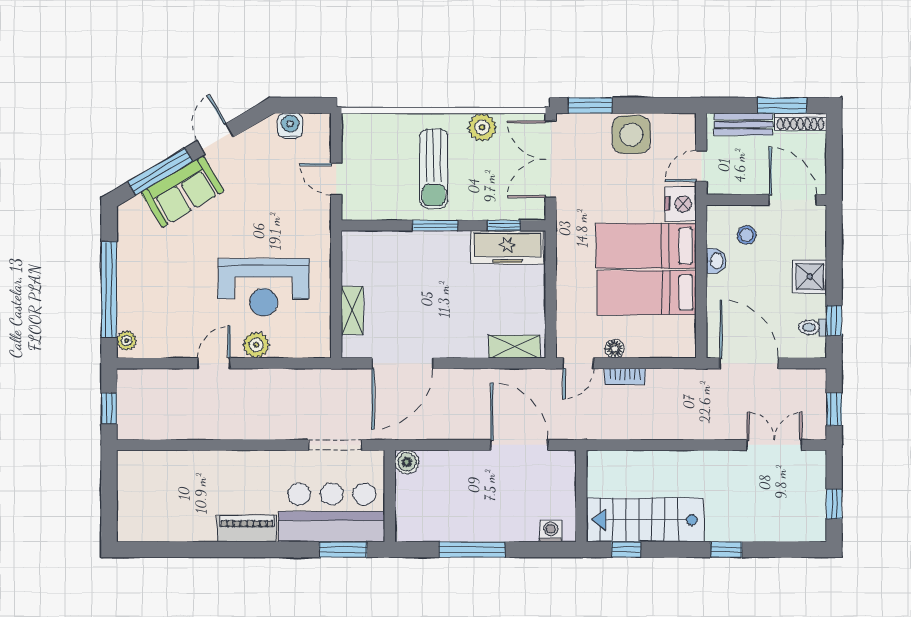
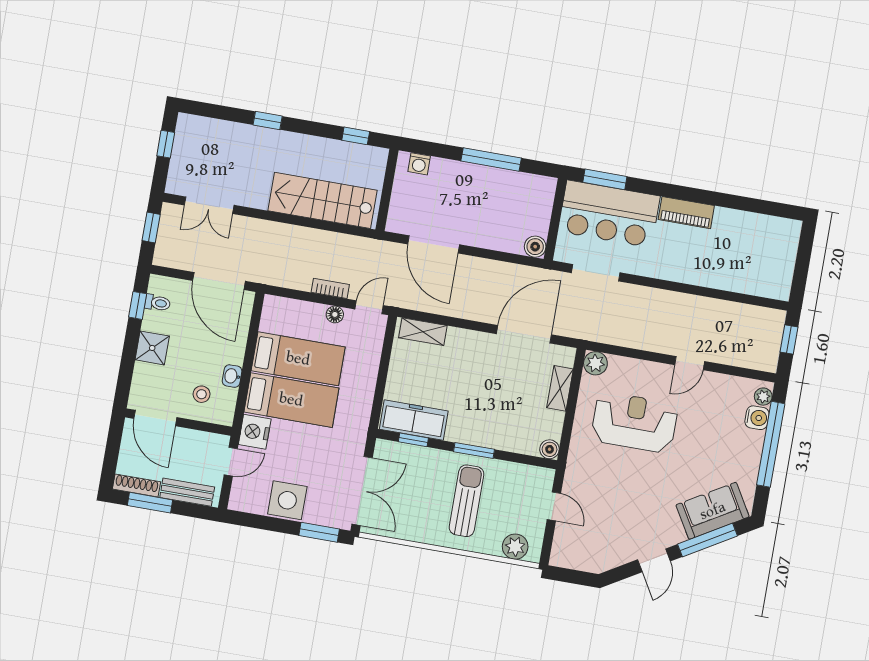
water cooler: (290, 126) -> (757, 418), moved, turned -90
plant: (482, 127) -> (515, 547), moved
sofa: (183, 192) -> (713, 511), moved
boiler: (352, 241) -> (549, 449), added
plant: (256, 345) -> (595, 363), moved
stairs: (645, 520) -> (323, 200), moved, turned 180

